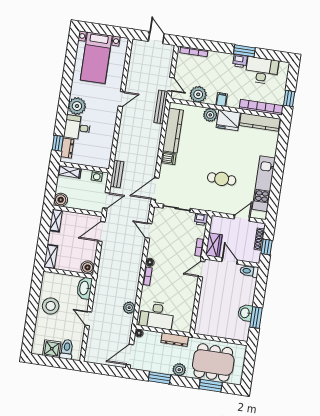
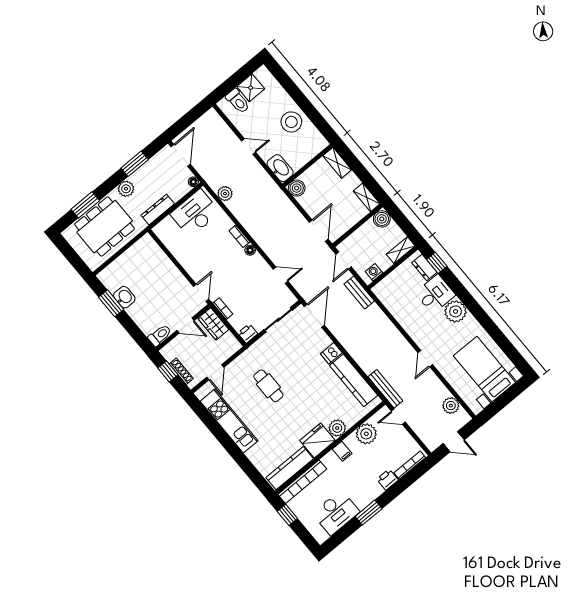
plant: (136, 59) -> (451, 406), added
printer: (240, 61) -> (387, 480), moved
cafe table: (222, 179) -> (268, 386), turned 90

